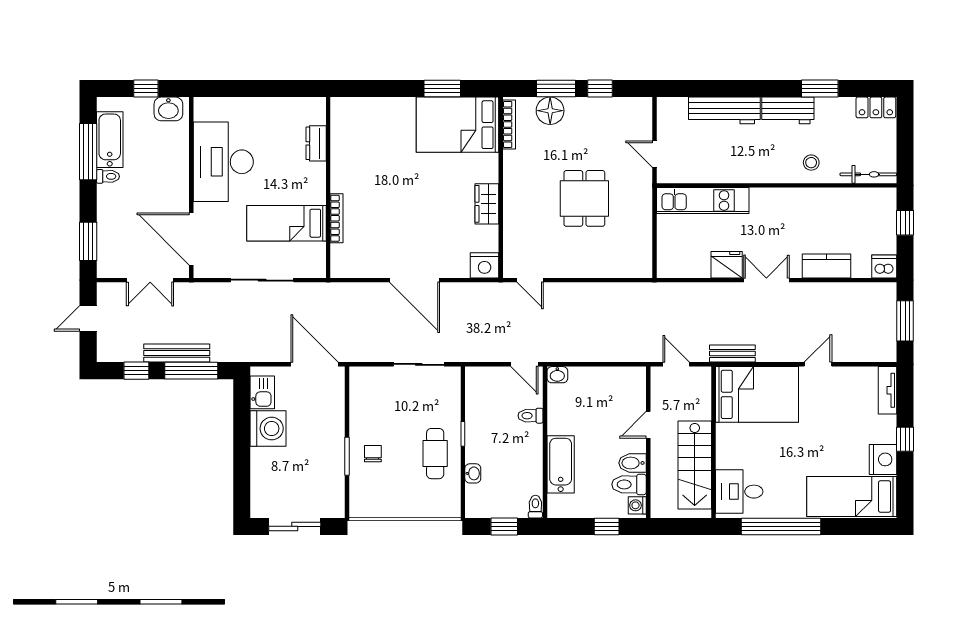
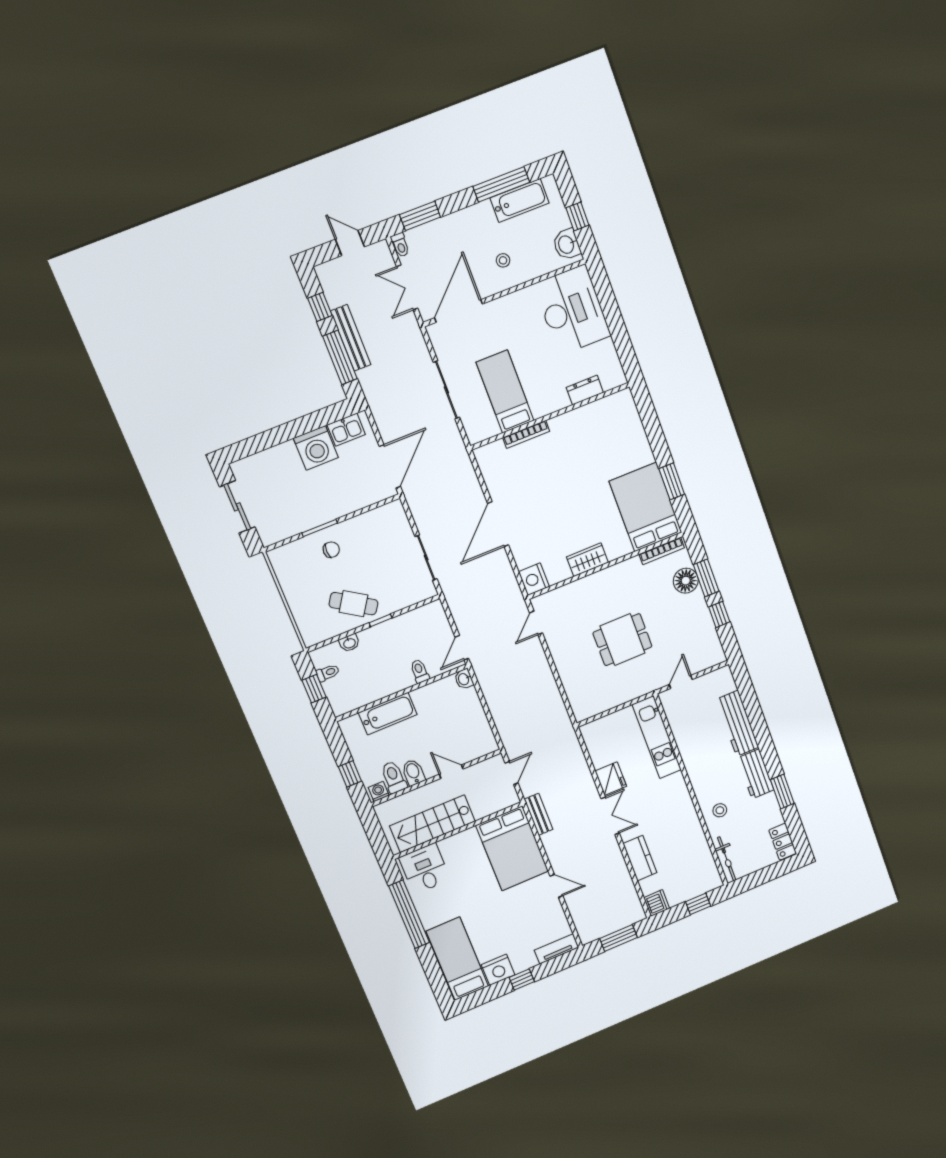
desk: (223, 162) -> (572, 310), moved, turned 90
toilet: (108, 176) -> (400, 245), moved
stool: (160, 177) -> (503, 260), added
cafe table: (435, 454) -> (353, 604), turned 33
toilet: (535, 507) -> (328, 673), moved

